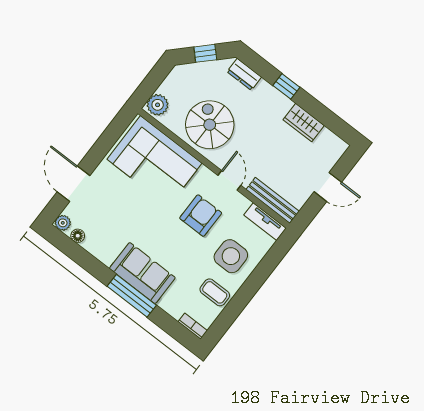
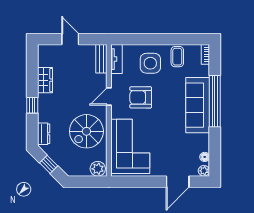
bench: (273, 200) -> (101, 59), width x0.73
sofa: (142, 273) -> (198, 105), width x1.36
window: (132, 296) -> (215, 101), width x1.46

